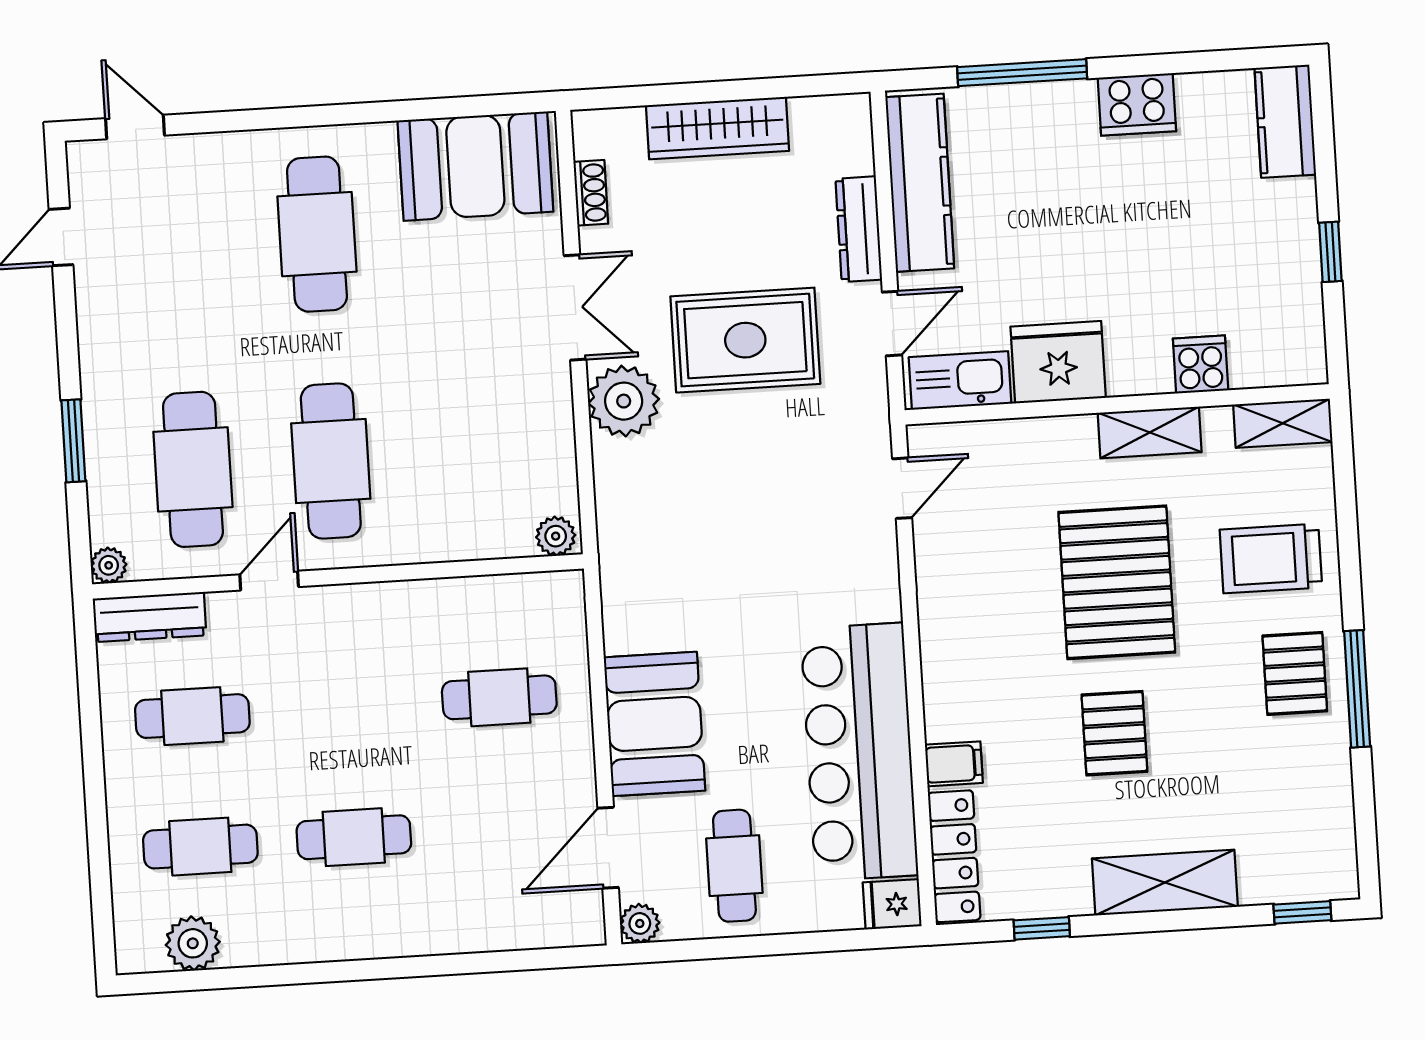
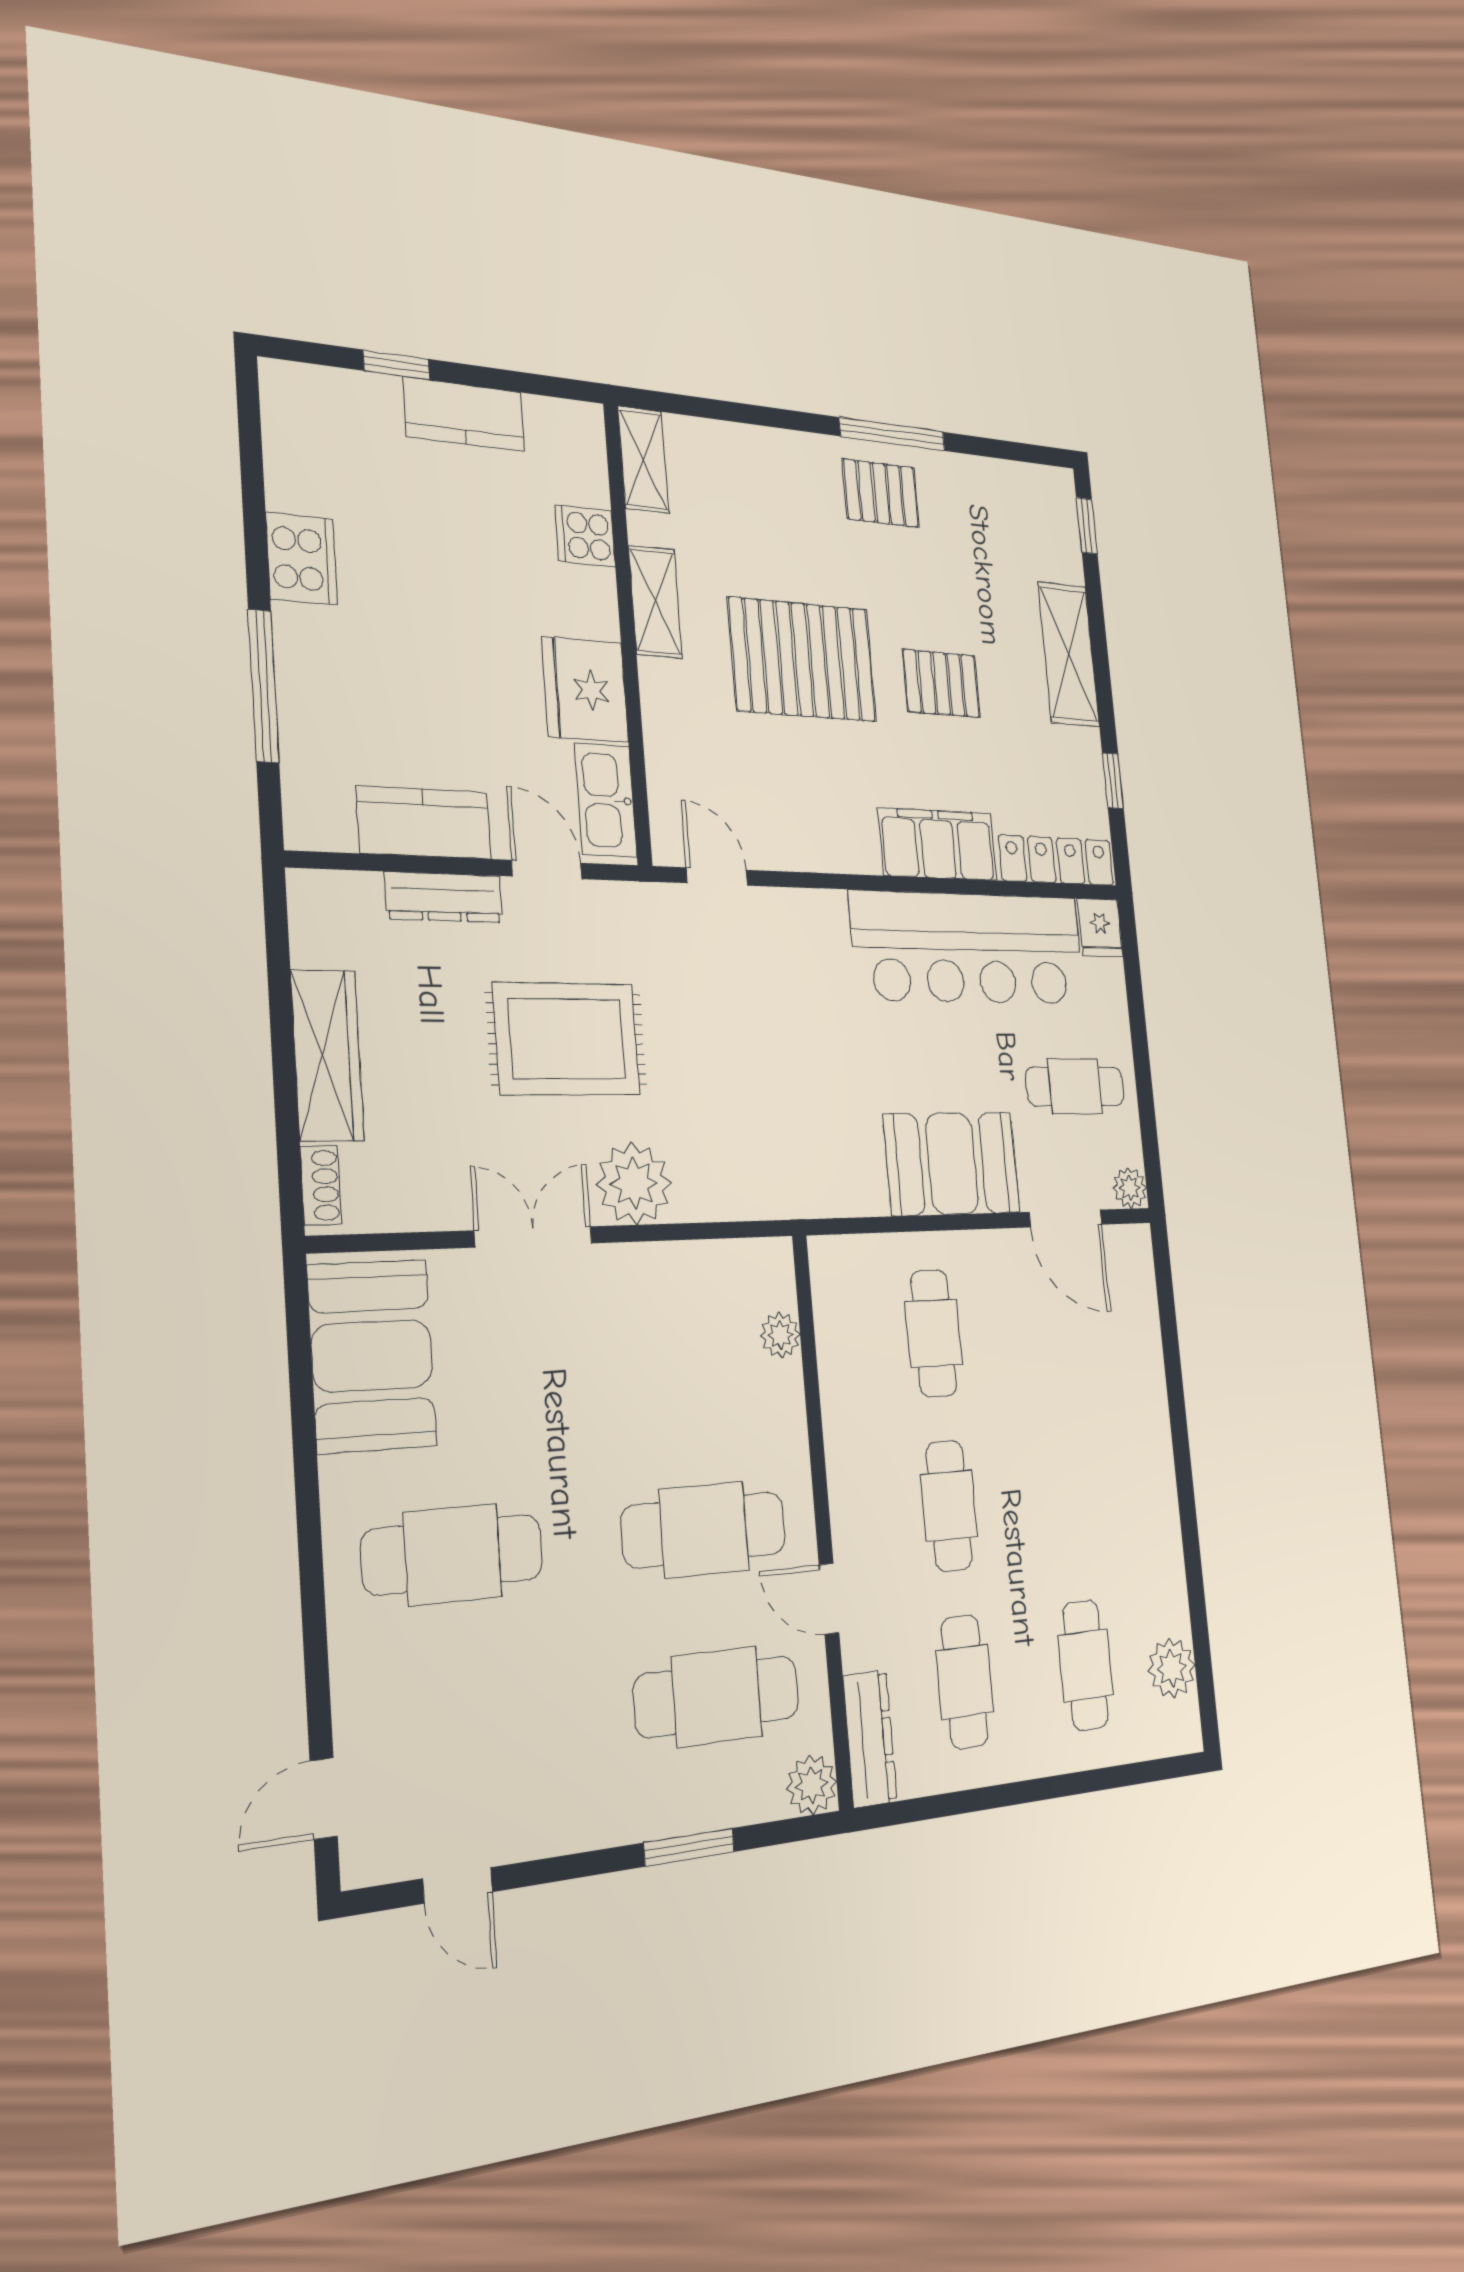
kitchen counter: (1285, 121) -> (464, 414), moved
kitchen counter: (920, 183) -> (424, 822), width x0.67
shoe rack: (591, 193) -> (321, 1185), moved, turned 90
window: (1330, 252) -> (396, 365), moved
rug: (745, 340) -> (567, 1039), turned 90
plant: (556, 536) -> (780, 1335), moved
trolley: (1271, 559) -> (775, 497), removed
plant: (109, 565) -> (812, 1785), width x1.38, depth x1.38
filing cabinet: (954, 764) -> (938, 844), width x3.00, depth x1.17
cafe table: (354, 837) -> (949, 1506), moved

